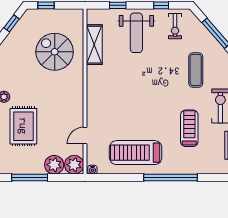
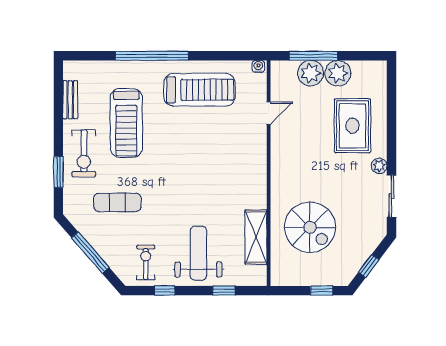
exercise mat: (196, 70) -> (117, 202), turned 90
treadmill: (189, 128) -> (126, 123), width x1.37, depth x1.38
plant: (74, 165) -> (338, 73), moved
window: (30, 178) -> (313, 56), moved

